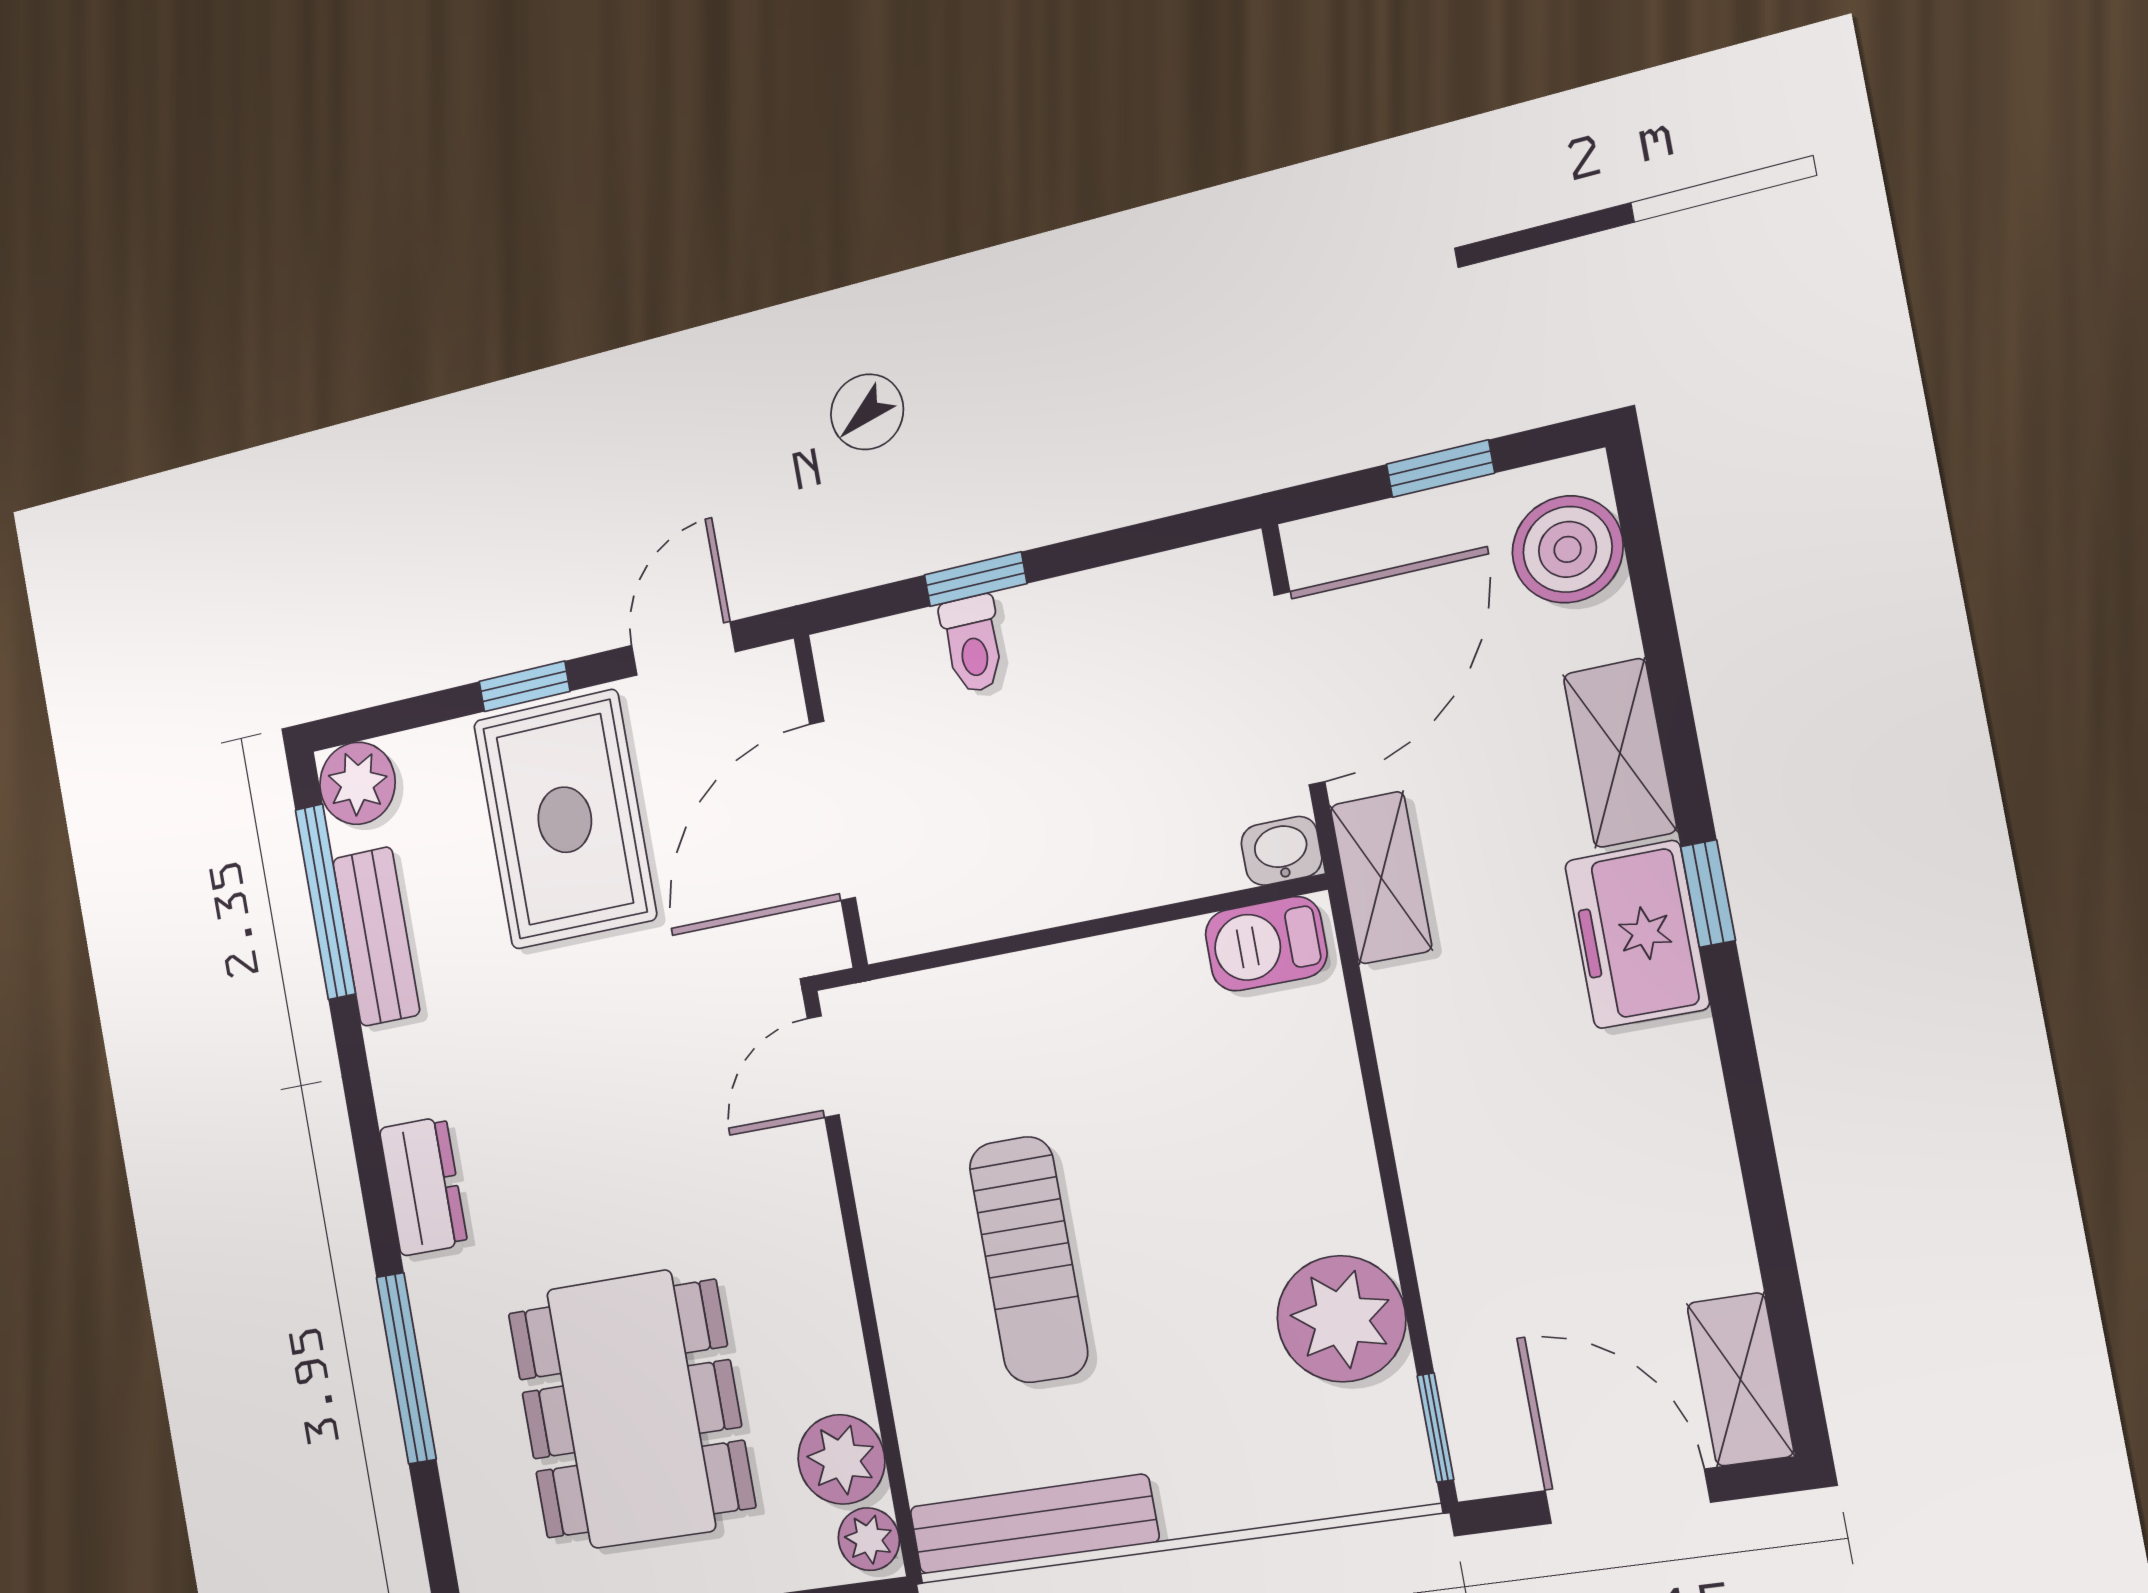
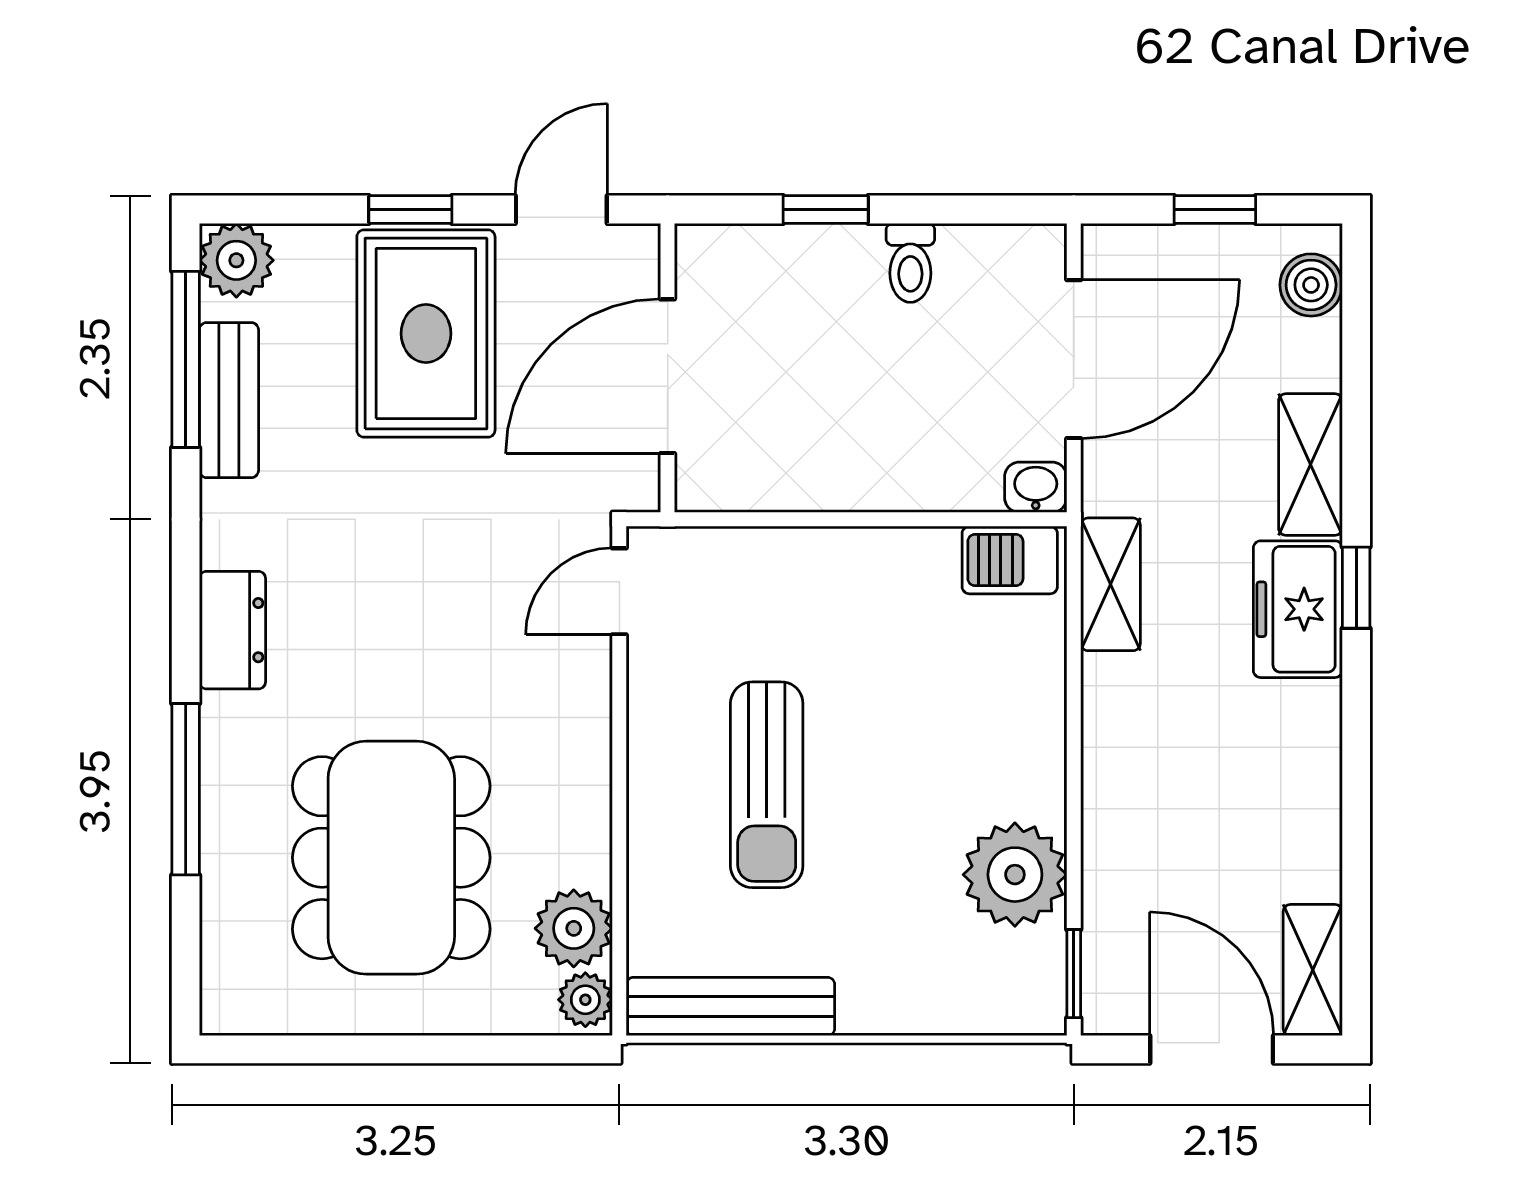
boiler: (1568, 549) -> (1311, 285), width x0.73, depth x0.73
toilet: (973, 644) -> (910, 263), moved
shelving: (1381, 878) -> (1110, 584), moved

